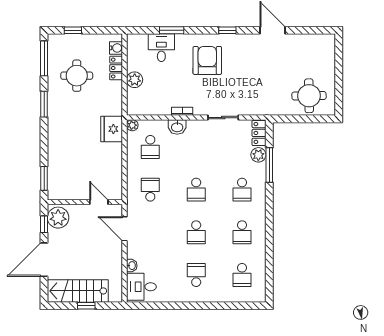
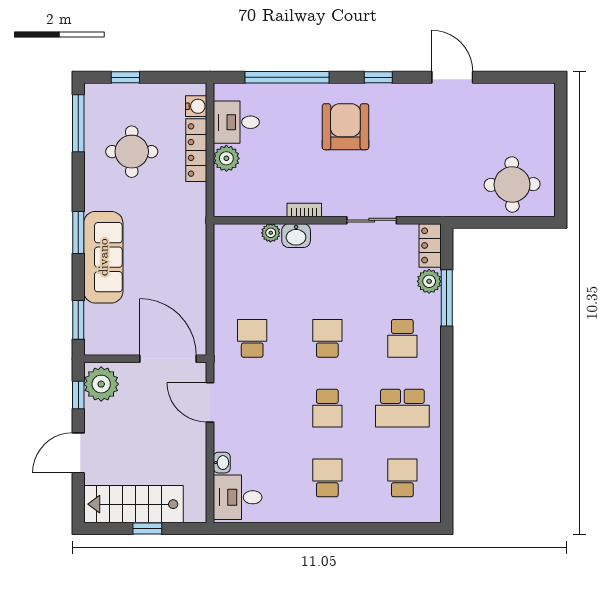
window: (172, 30) -> (287, 77), width x2.11
desk: (161, 48) -> (236, 122), moved, turned -90
locker: (116, 68) -> (196, 150), width x1.53
window: (44, 104) -> (78, 232), moved
plant: (132, 125) -> (271, 233), moved
fridge: (112, 129) -> (189, 239), removed
sofa: (59, 140) -> (103, 257), added
school desk: (150, 147) -> (252, 268), removed
school desk: (196, 190) -> (327, 338), turned 180
door: (99, 202) -> (168, 359), width x1.88
school desk: (242, 232) -> (402, 408), width x1.85
door: (44, 260) -> (78, 453), width x0.73
school desk: (242, 275) -> (402, 478), turned 180

